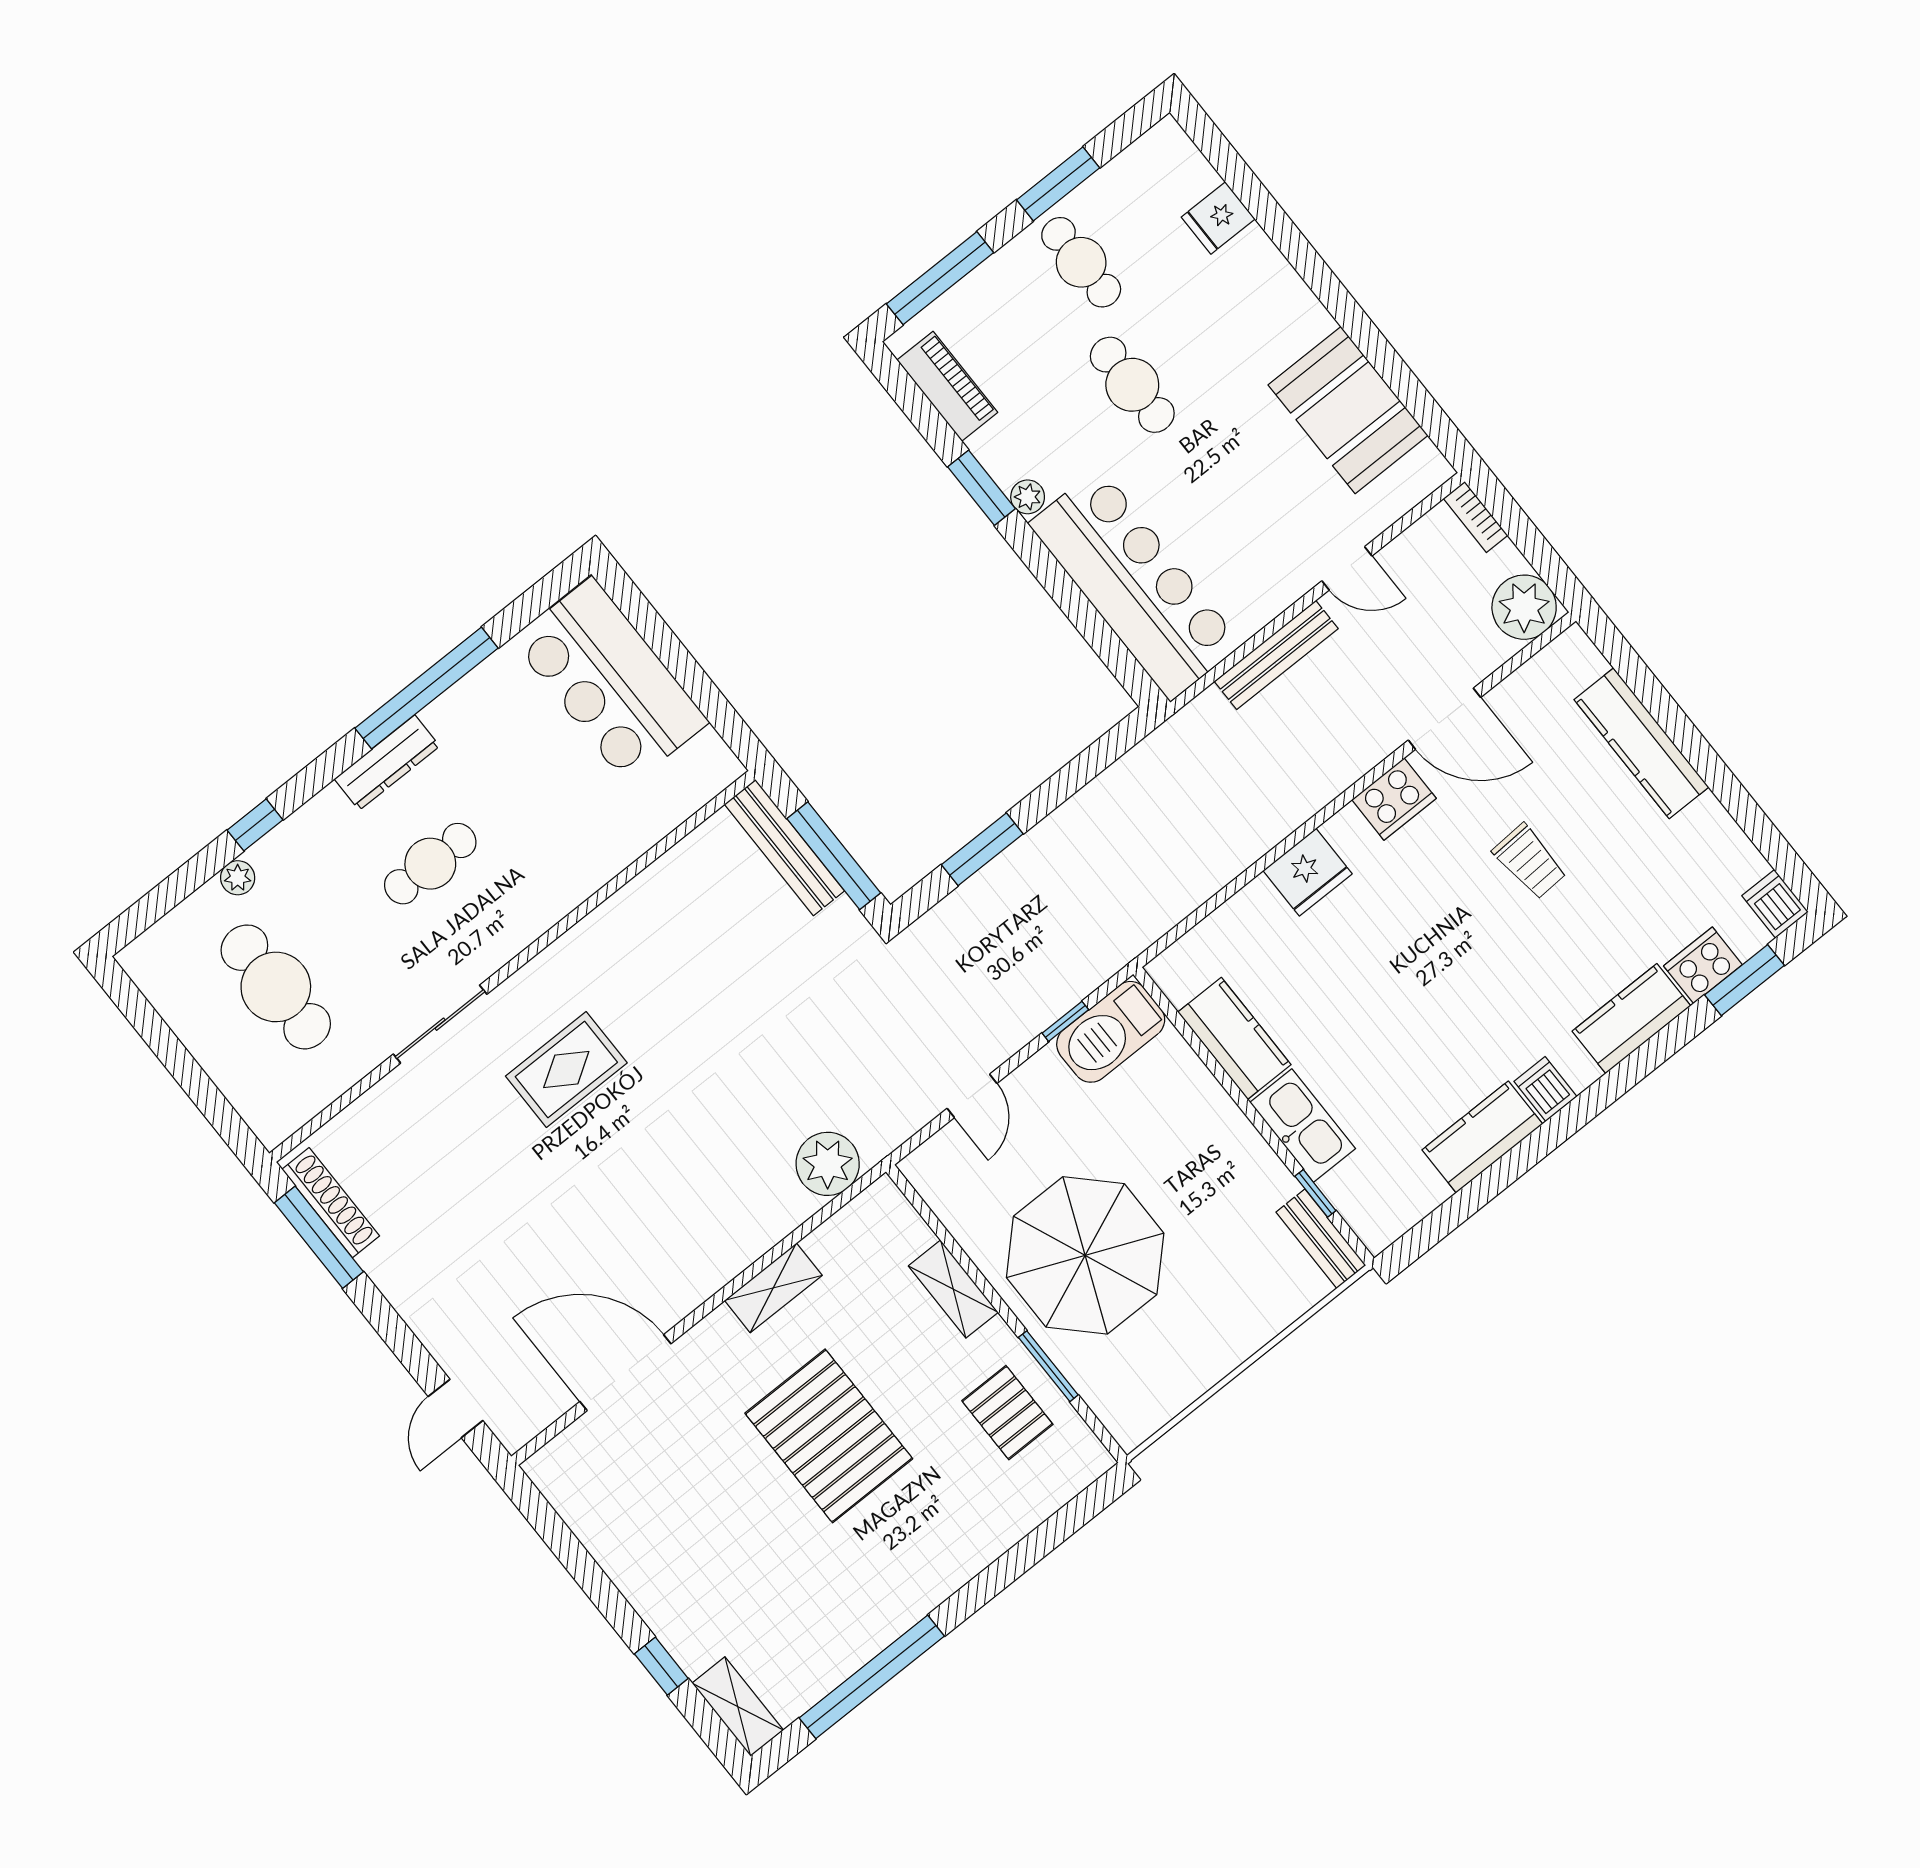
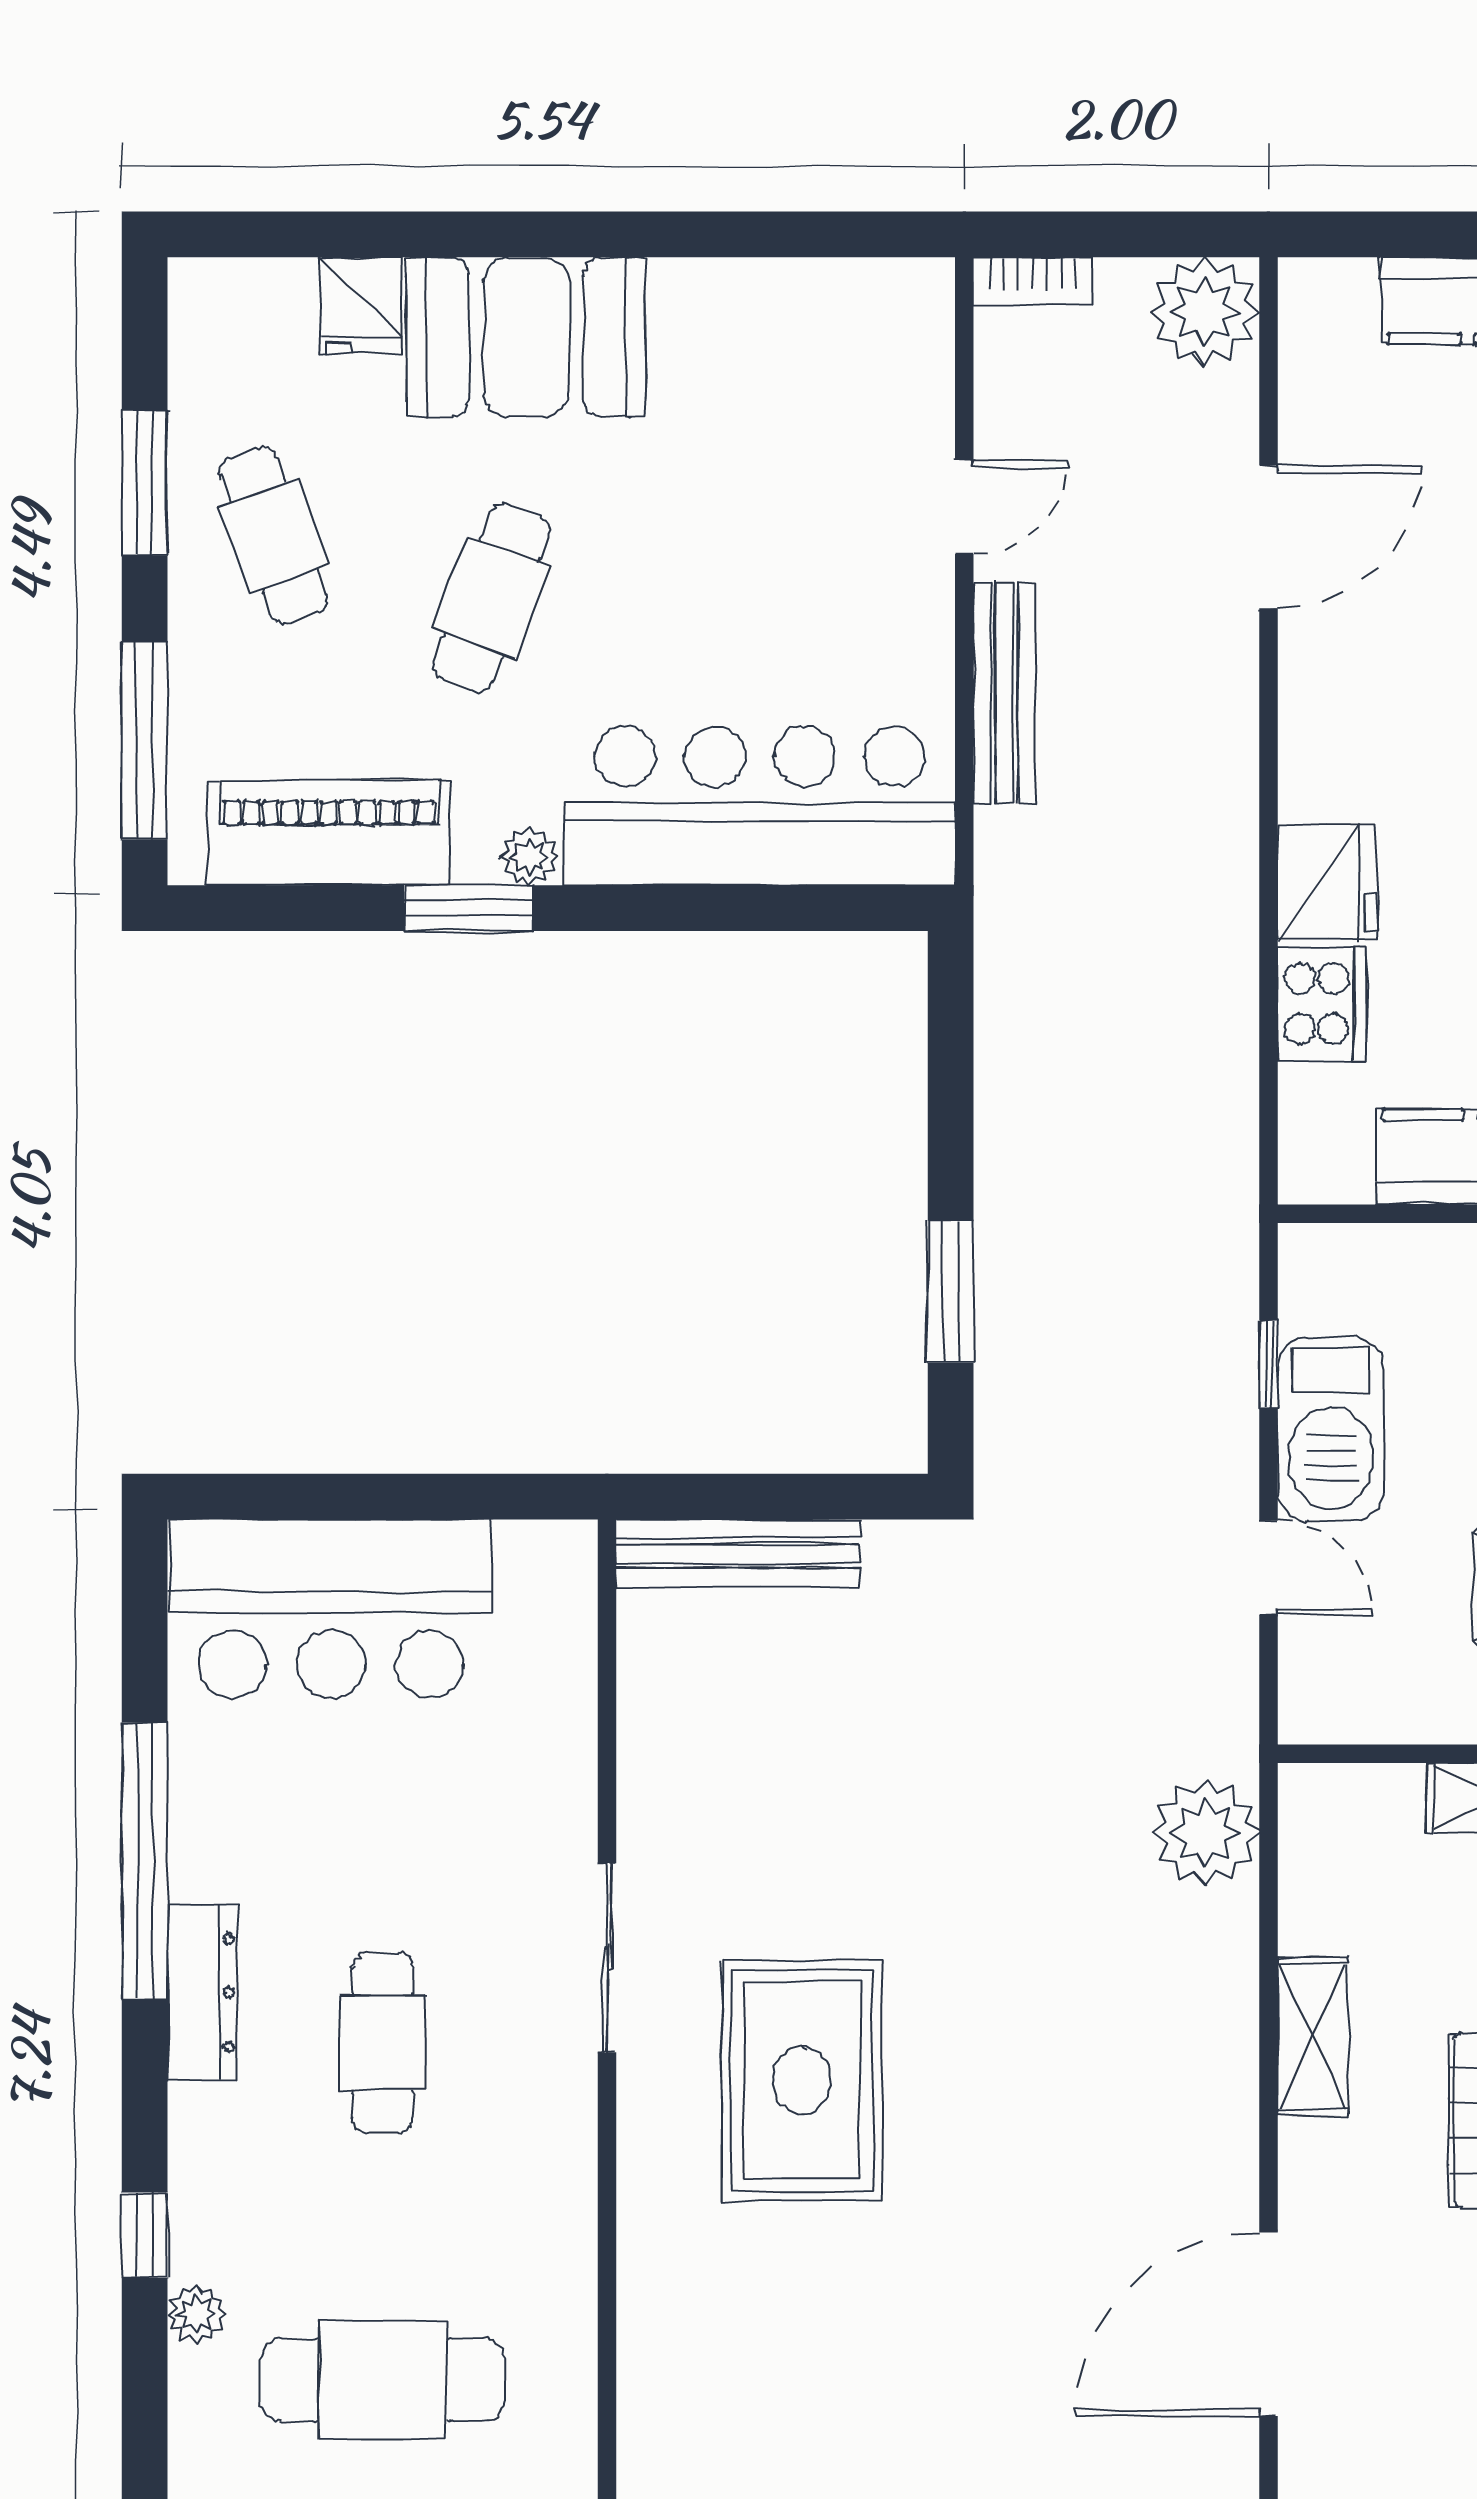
cafe table: (1081, 262) -> (274, 535), turned 70
cafe table: (1132, 385) -> (491, 598), turned -69
piano: (947, 386) -> (329, 833), width x1.37, depth x1.33
booth: (1348, 410) -> (526, 337), moved
cooker: (1394, 799) -> (1322, 1004), moved
window: (834, 856) -> (801, 1497), removed
sliding door: (440, 1024) -> (607, 1958), moved
barbecue: (1111, 1032) -> (1331, 1429), moved
rug: (566, 1070) -> (802, 2080), width x1.36, depth x1.43

